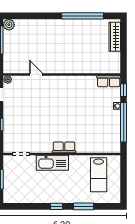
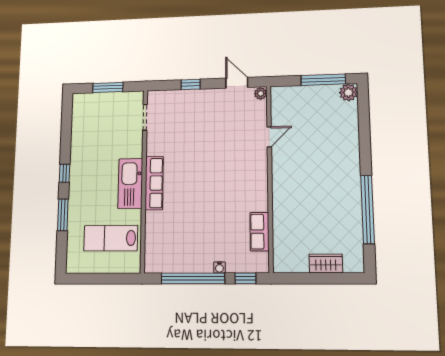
wardrobe: (115, 37) -> (326, 263), width x0.67
row of seats: (109, 81) -> (260, 232), moved
row of seats: (64, 147) -> (154, 183), width x1.48
kitchen sink: (52, 163) -> (130, 183), moved

